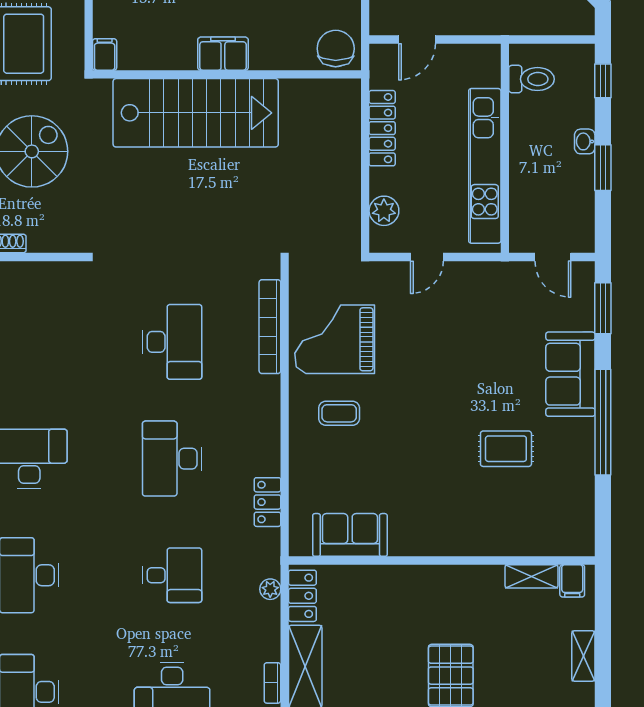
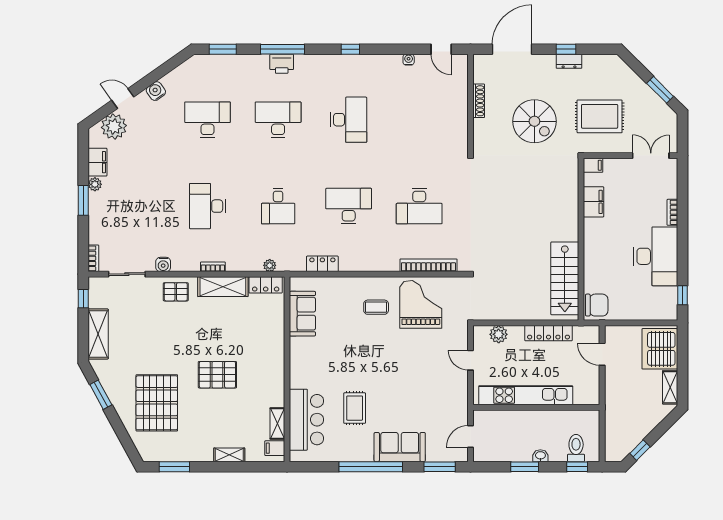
filing cabinet: (223, 54) -> (594, 202), moved
toilet: (532, 79) -> (576, 448), moved, turned 180
stairs: (196, 113) -> (565, 278), moved, width x0.73, depth x0.66
coffee table: (339, 413) -> (376, 307), turned 90
bar counter: (525, 528) -> (306, 420), added

